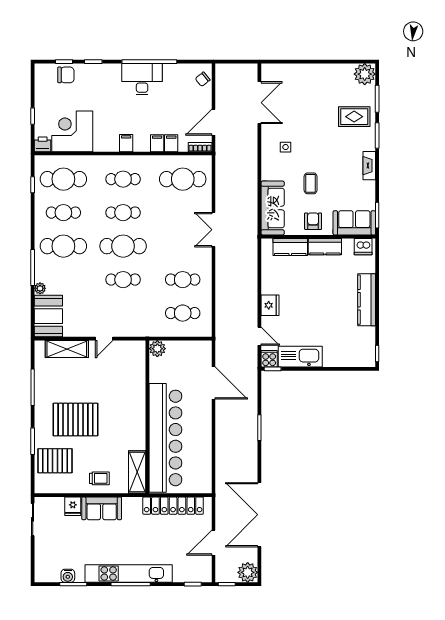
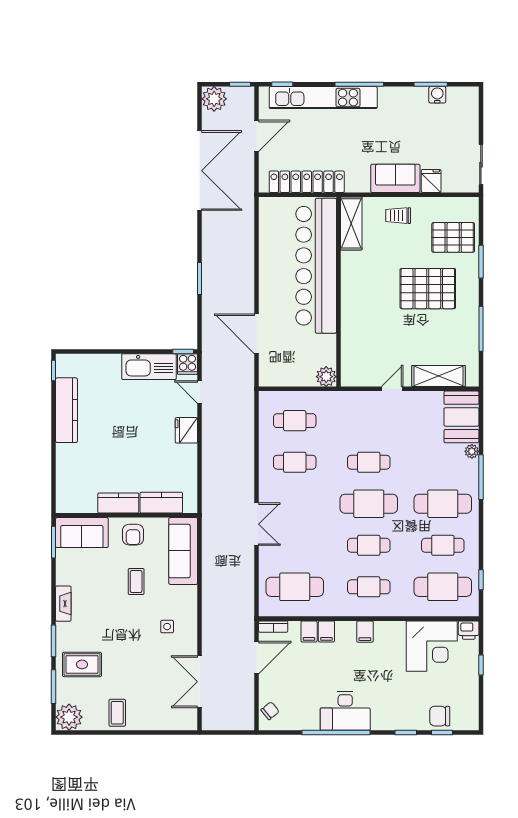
coffee table: (326, 78) -> (117, 713), added
dishwasher: (363, 247) -> (71, 503), removed
kitchen counter: (367, 300) -> (66, 410), moved
kitchen unit: (129, 573) -> (323, 98), moved

